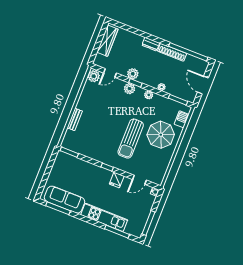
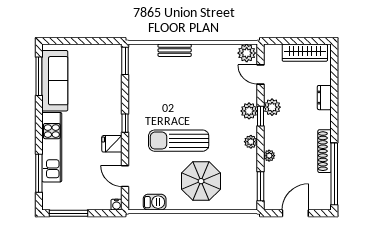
dresser: (151, 44) -> (324, 98), moved
barbecue: (182, 119) -> (155, 202), moved

